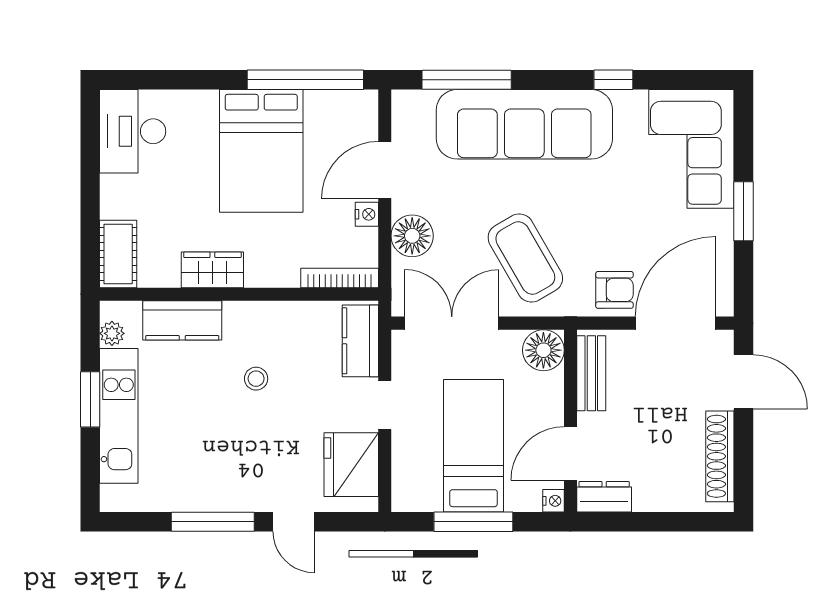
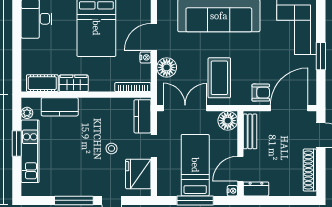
cot: (118, 254) -> (42, 83), moved, turned 90
coffee table: (525, 258) -> (219, 78), turned 30
stool: (256, 379) -> (112, 148), moved

